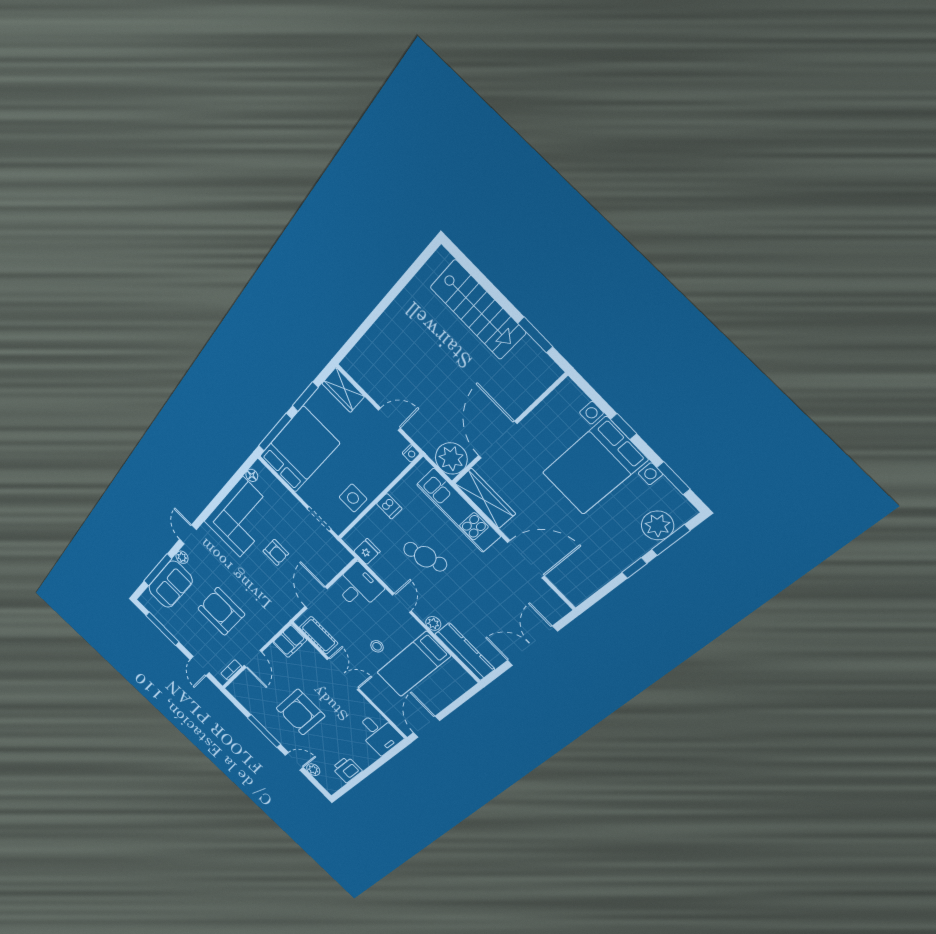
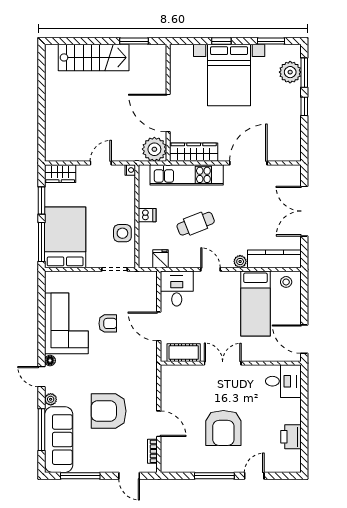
floor lamp: (252, 475) -> (50, 361), moved
sofa: (170, 584) -> (59, 440), width x1.36
filing cabinet: (290, 641) -> (170, 379), removed
stool: (377, 646) -> (286, 282), moved
plant: (313, 770) -> (272, 466), removed

